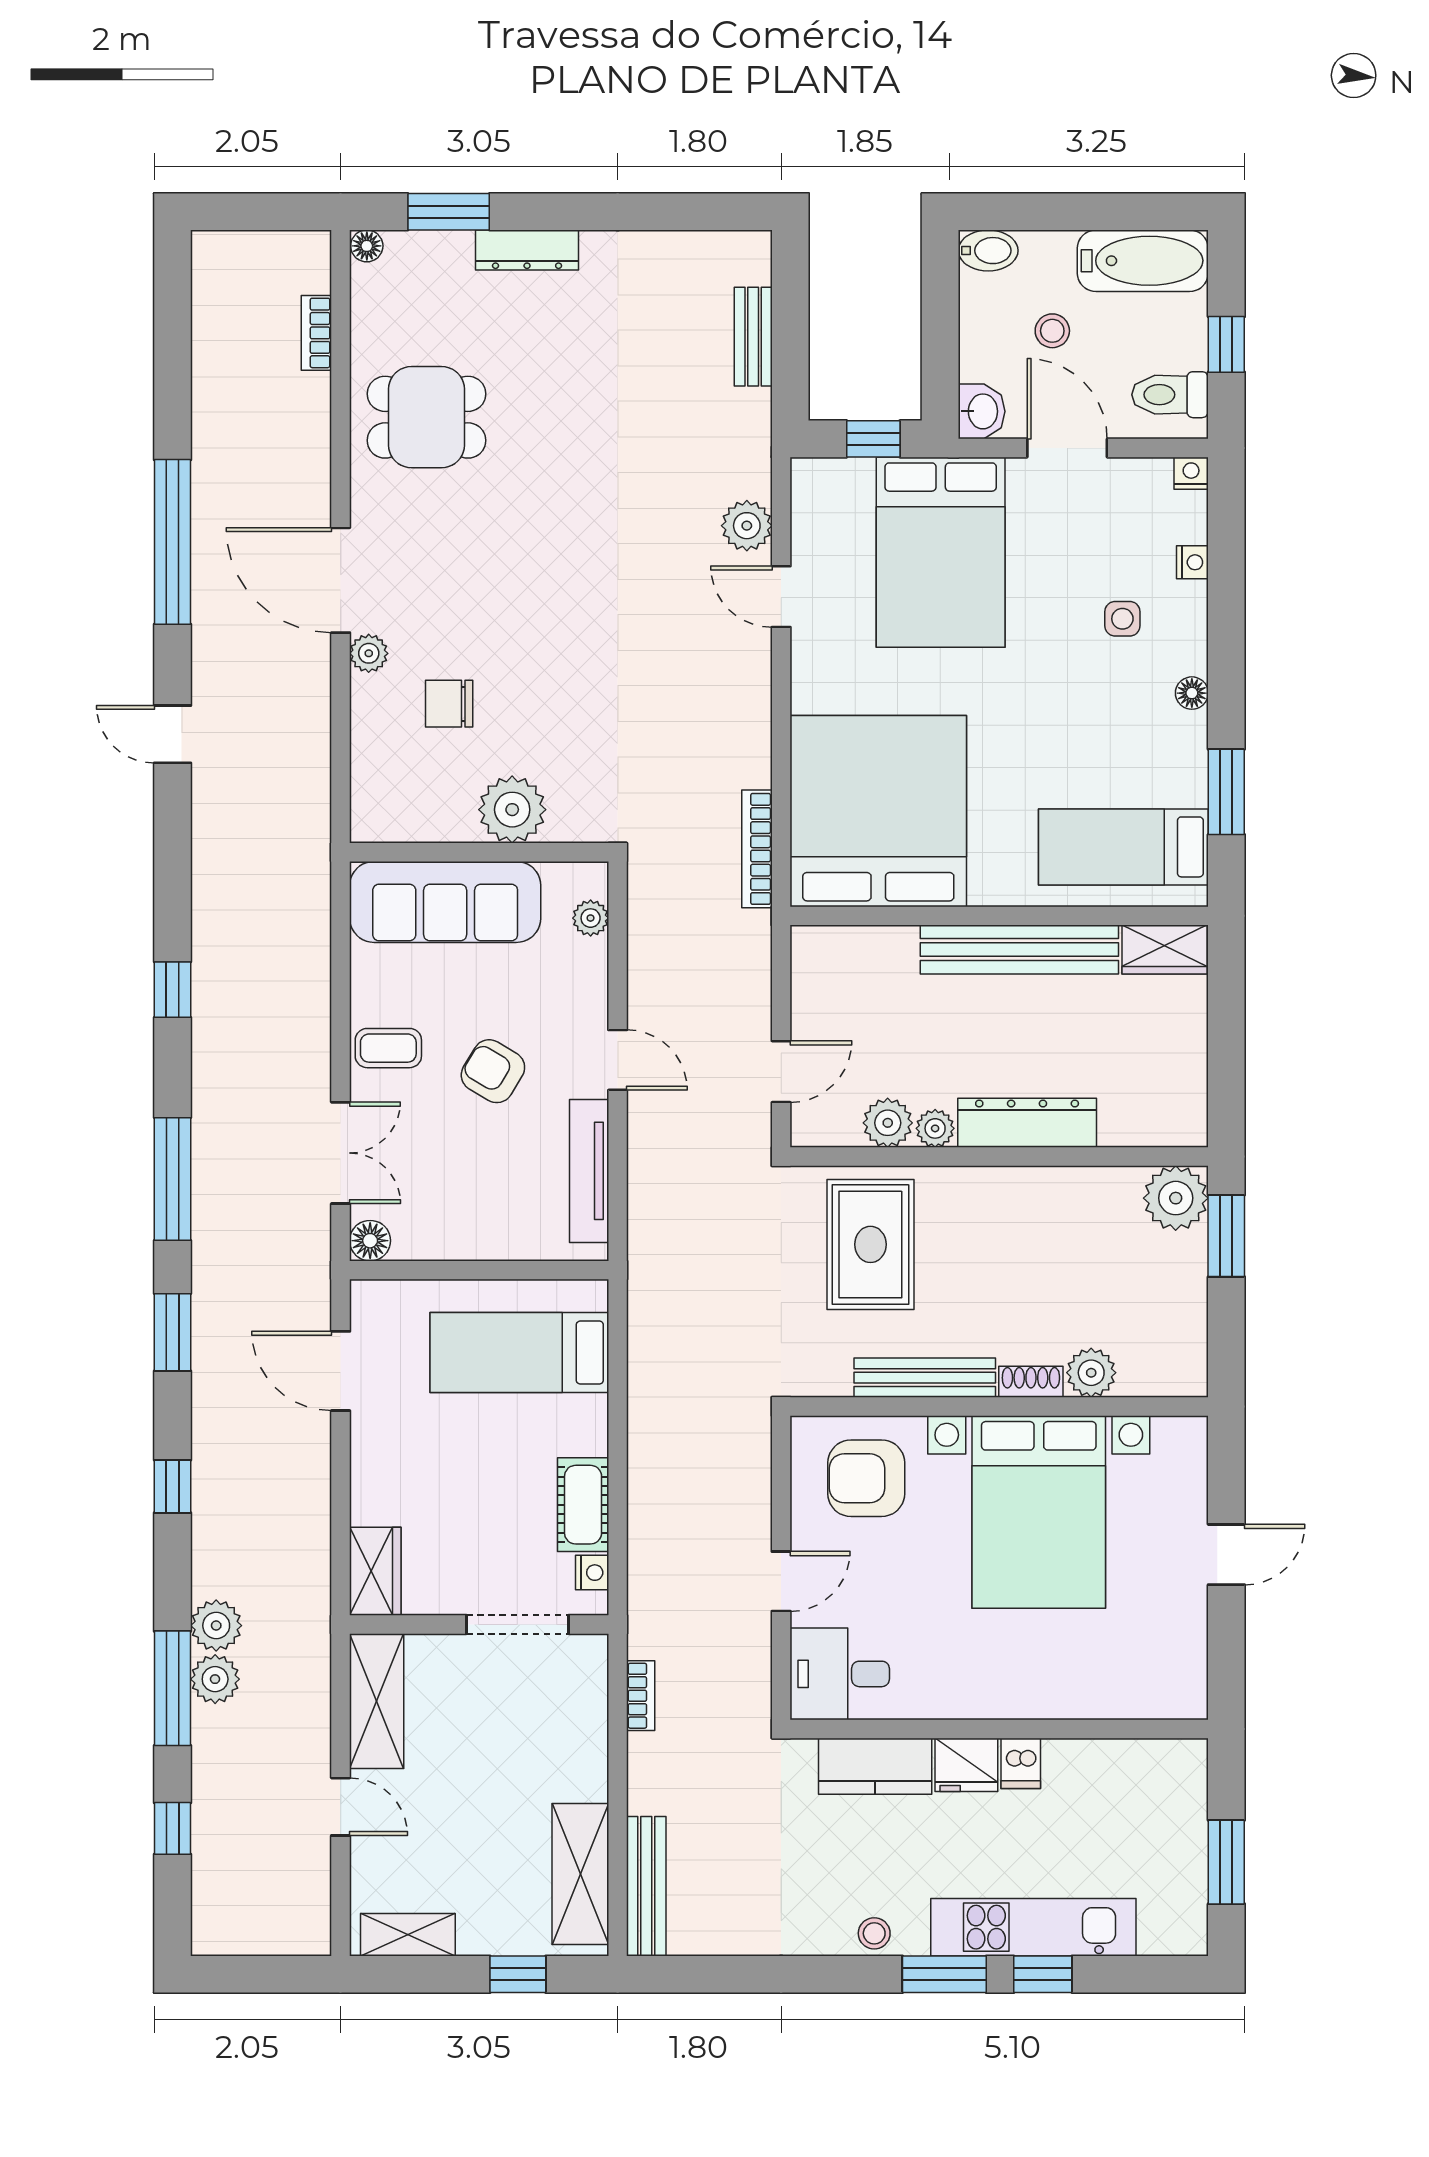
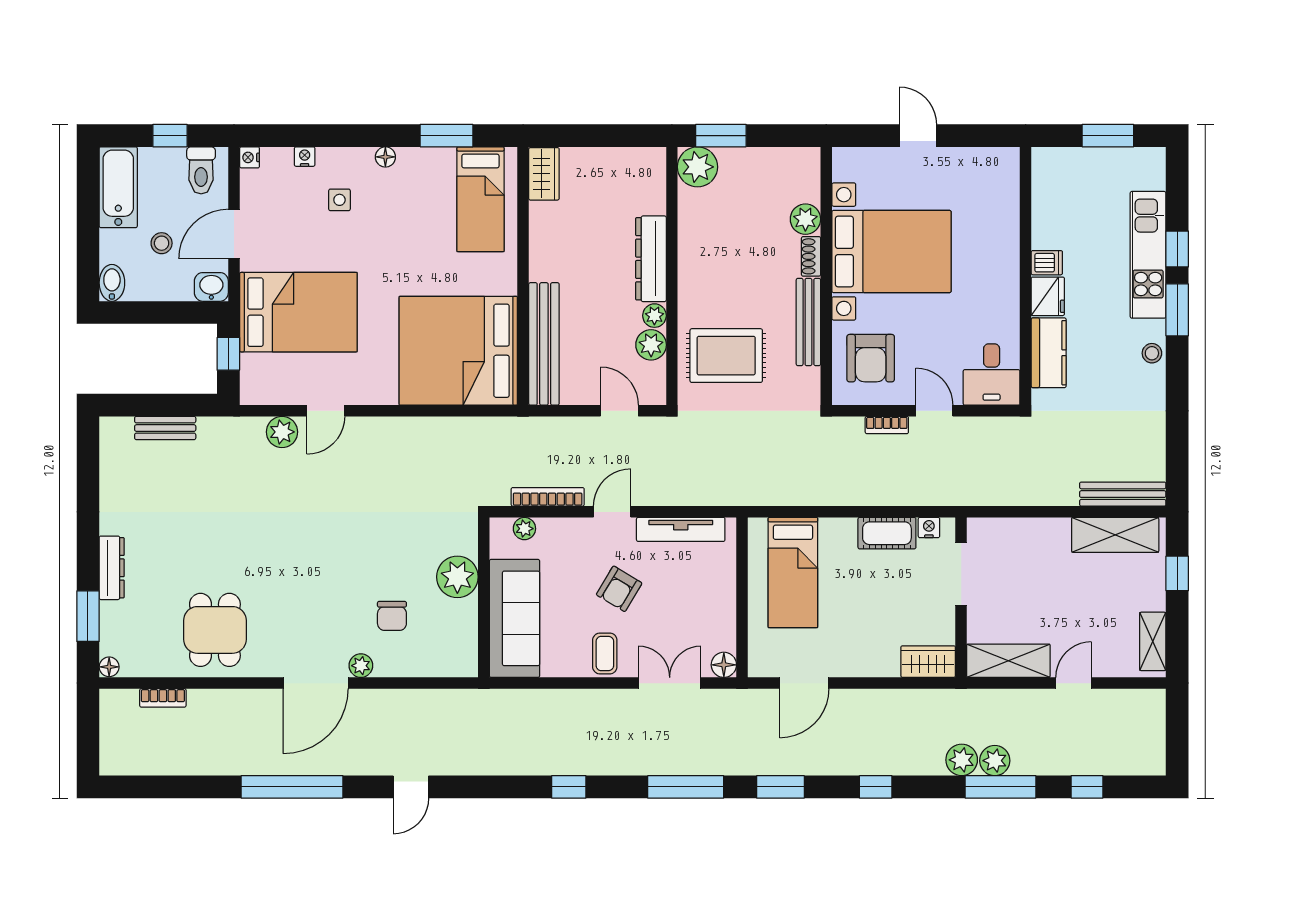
bookcase: (757, 849) -> (548, 497), moved, turned 180
bench: (1019, 950) -> (544, 344), moved
bookcase: (641, 1696) -> (887, 425), moved, turned 180

